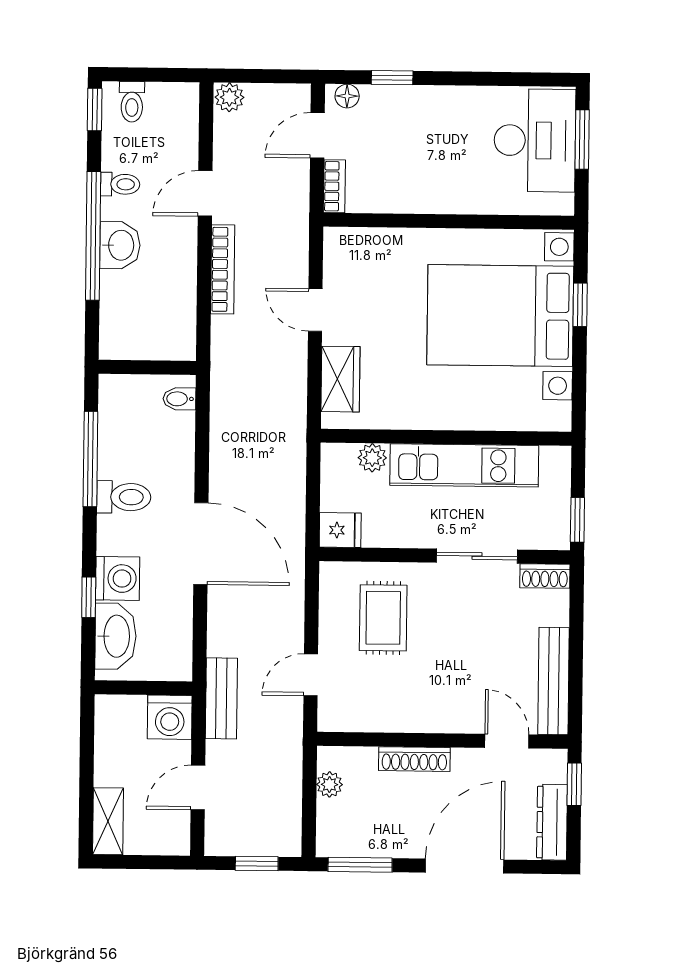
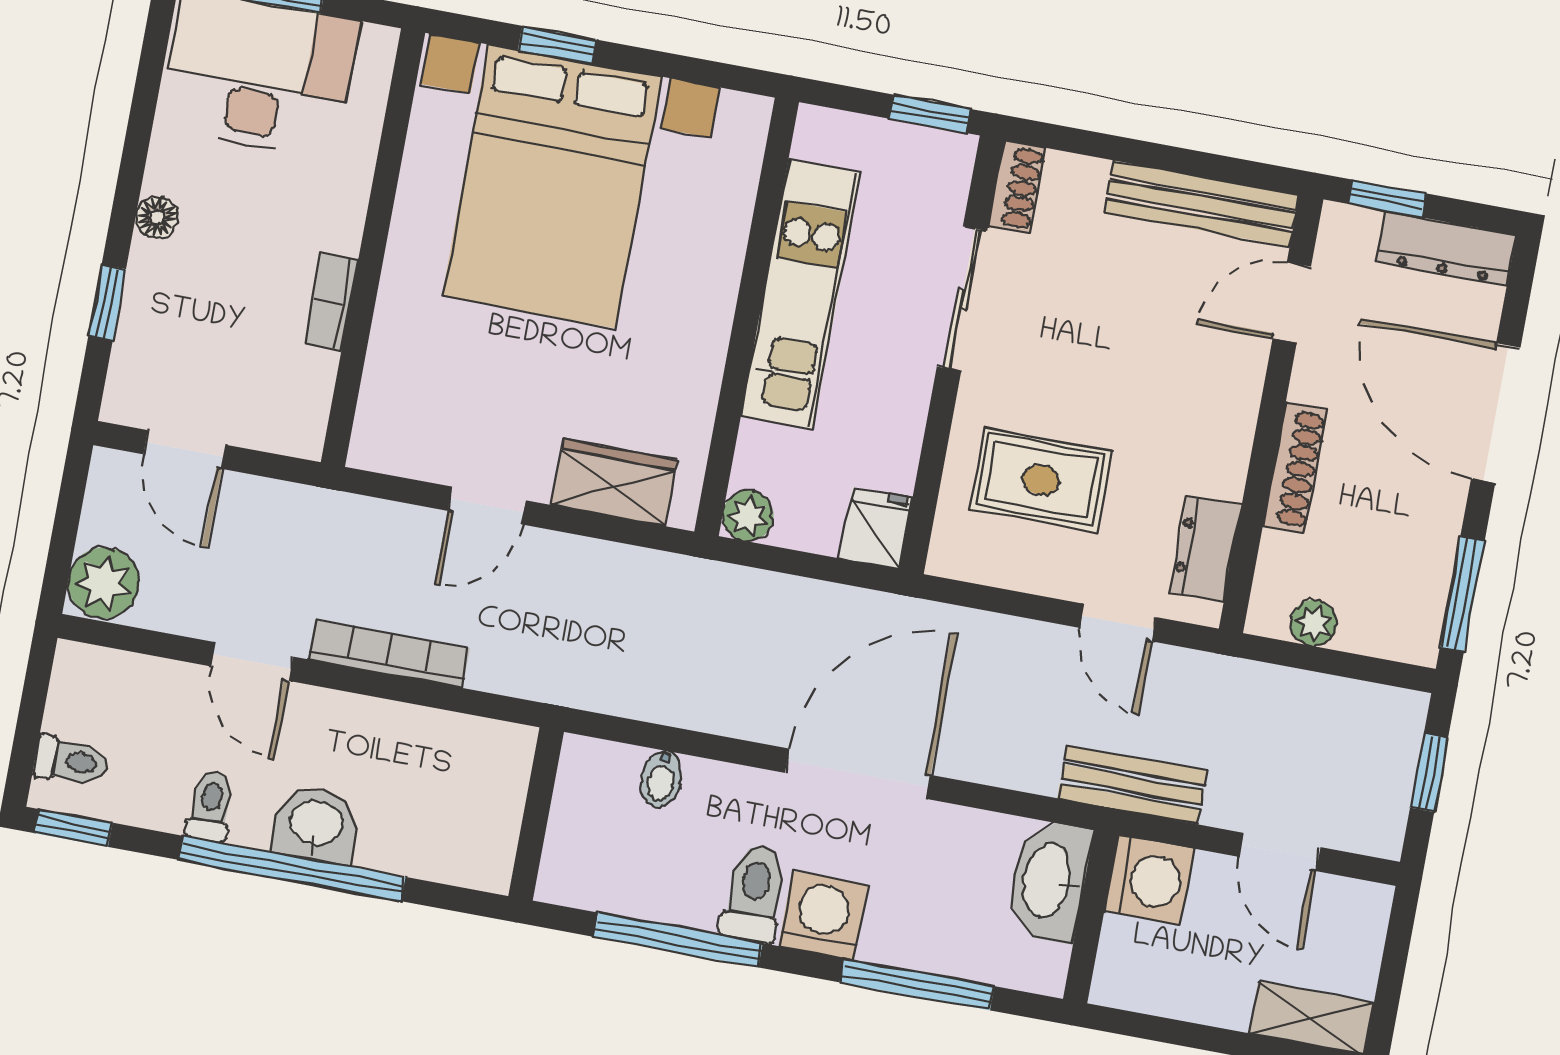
floor lamp: (347, 96) -> (157, 218), moved
plant: (229, 97) -> (104, 583), width x1.38, depth x1.38
bookcase: (334, 186) -> (331, 302), moved, turned -90
bidet: (179, 399) -> (661, 779), moved
plant: (372, 458) -> (748, 516), moved
washing machine: (118, 578) -> (823, 915), moved
window: (89, 597) -> (917, 984), width x2.17
washbasin: (116, 636) -> (1048, 881), moved, turned -90
dresser: (361, 717) -> (1206, 549), added

